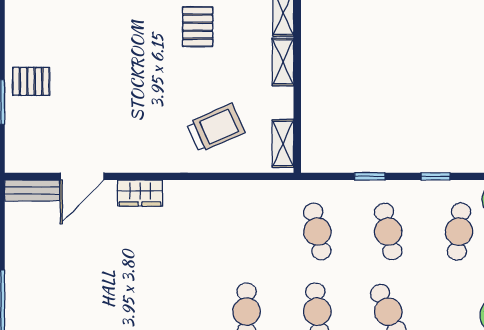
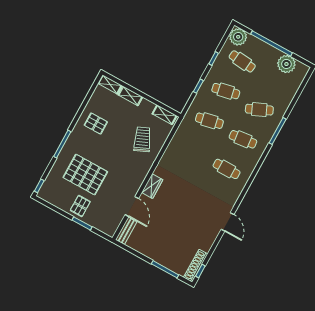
pallet: (94, 59) -> (85, 175), added

